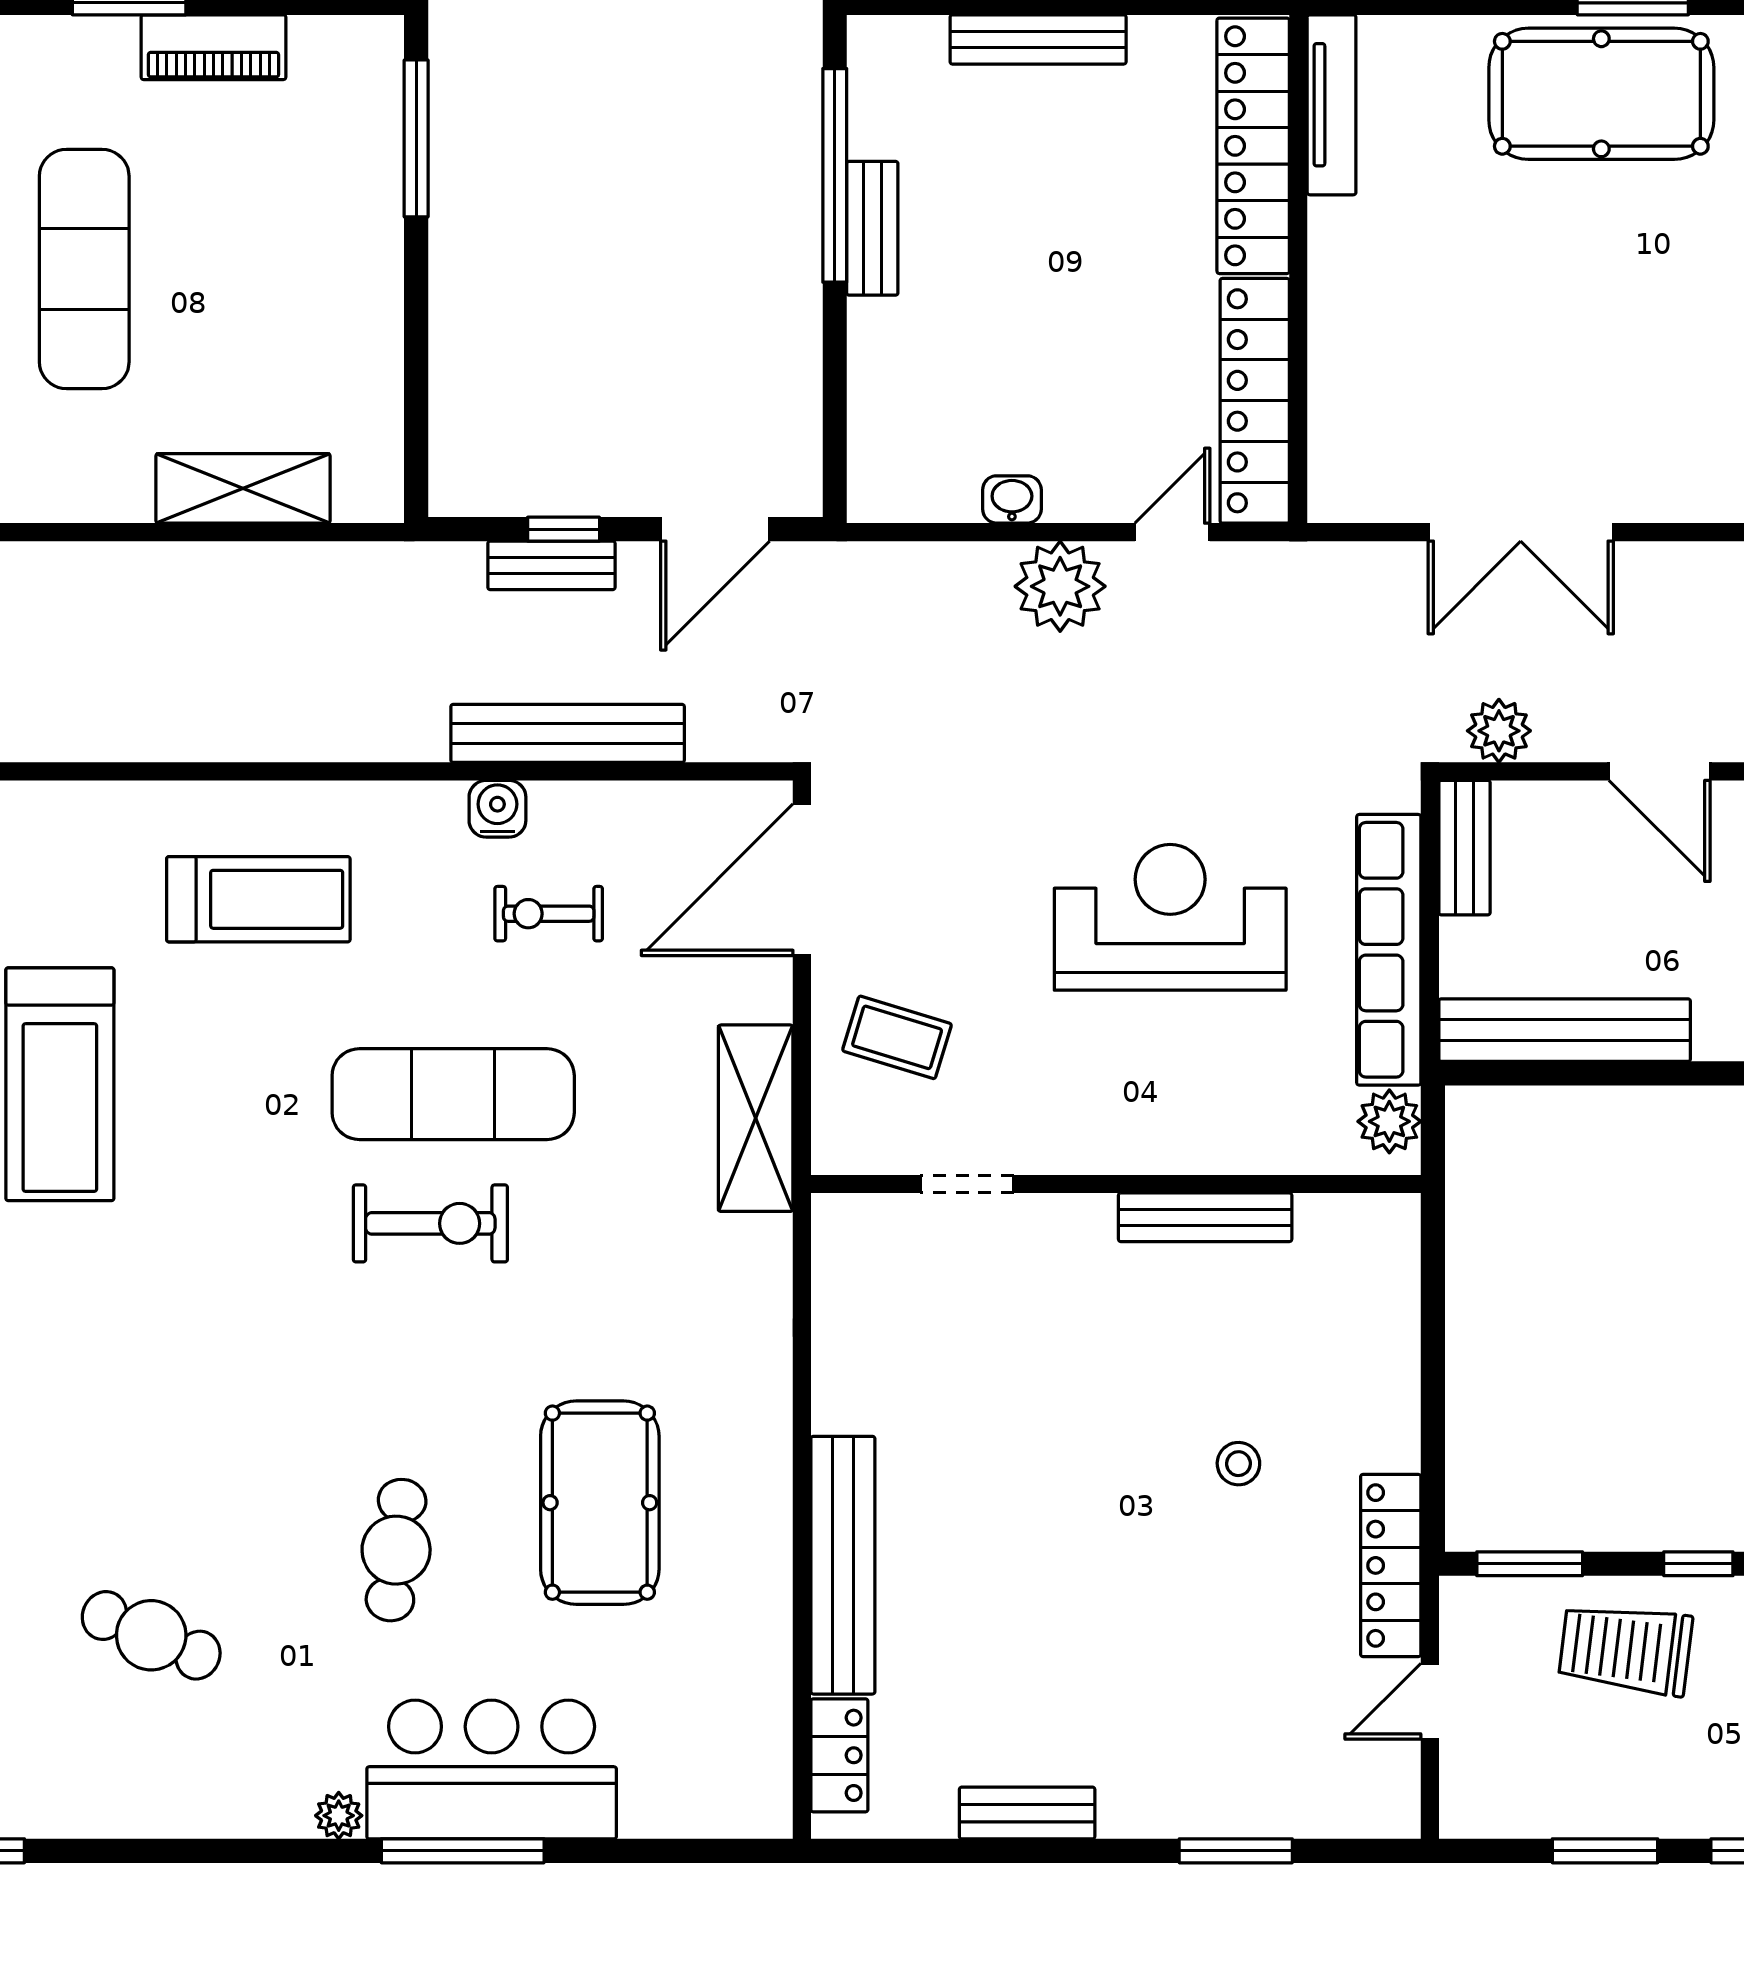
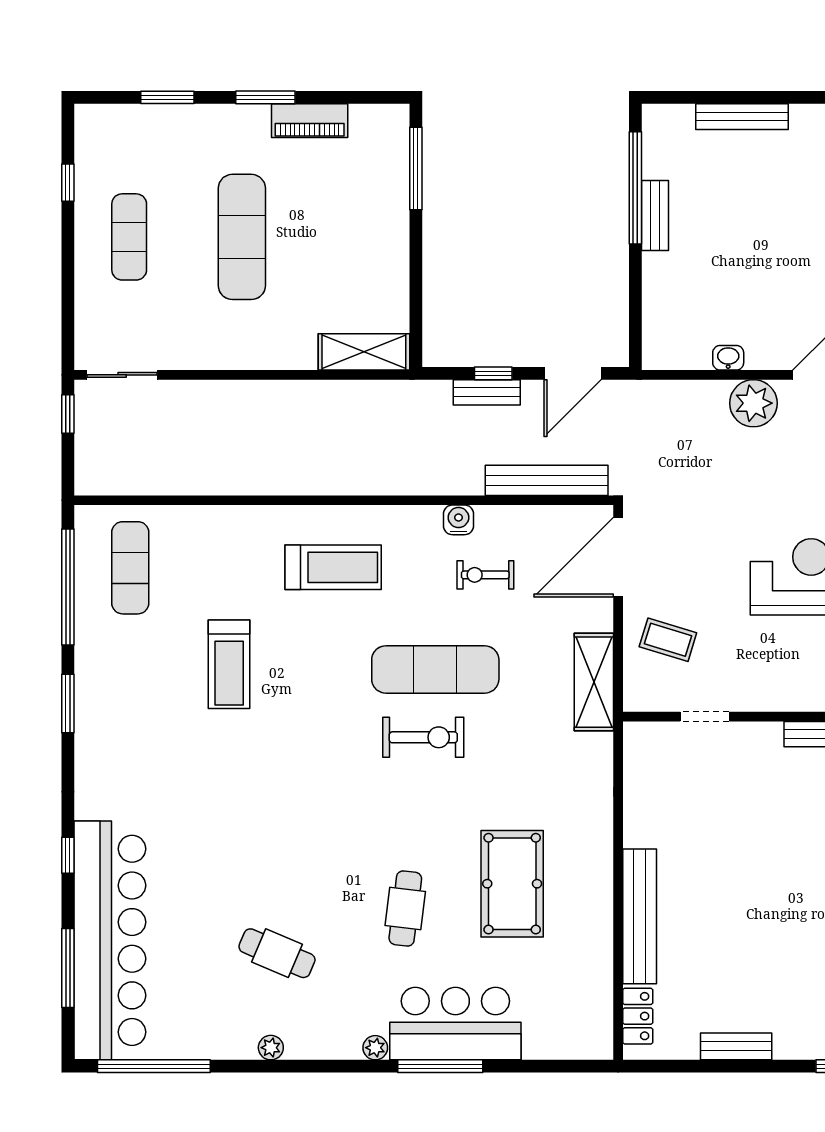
shelving: (243, 488) -> (364, 352), moved
bench: (568, 733) -> (547, 480), moved
treadmill: (60, 1084) -> (229, 664), width x0.73, depth x0.73
plant: (139, 1815) -> (271, 1048), added

